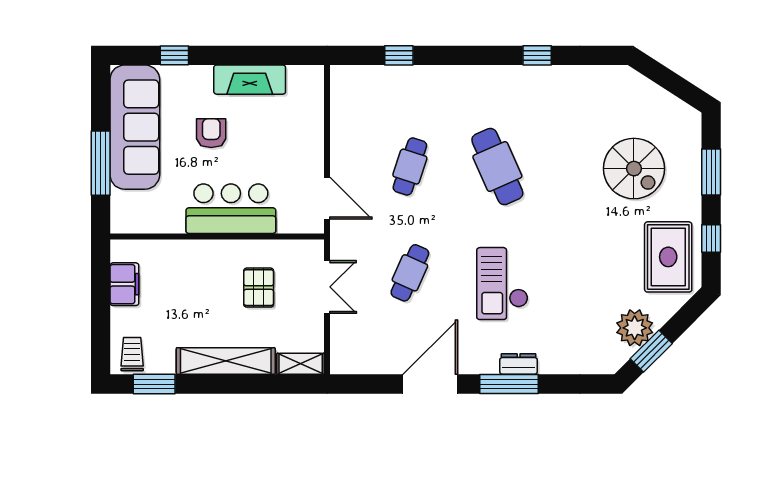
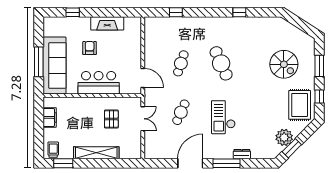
sofa: (135, 127) -> (54, 66), moved
shelving: (301, 364) -> (131, 154), removed
dresser: (519, 364) -> (242, 154), moved

